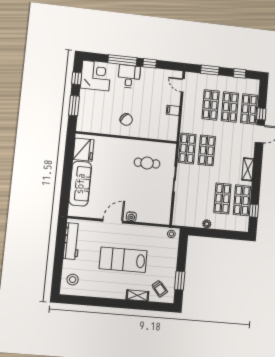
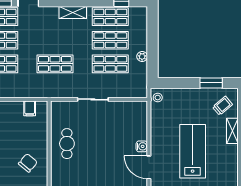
filing cabinet: (173, 110) -> (30, 108), moved
shop shelf: (187, 149) -> (110, 64), moved
cafe table: (147, 163) -> (67, 144), moved
lab bench: (123, 260) -> (193, 151), turned 180

